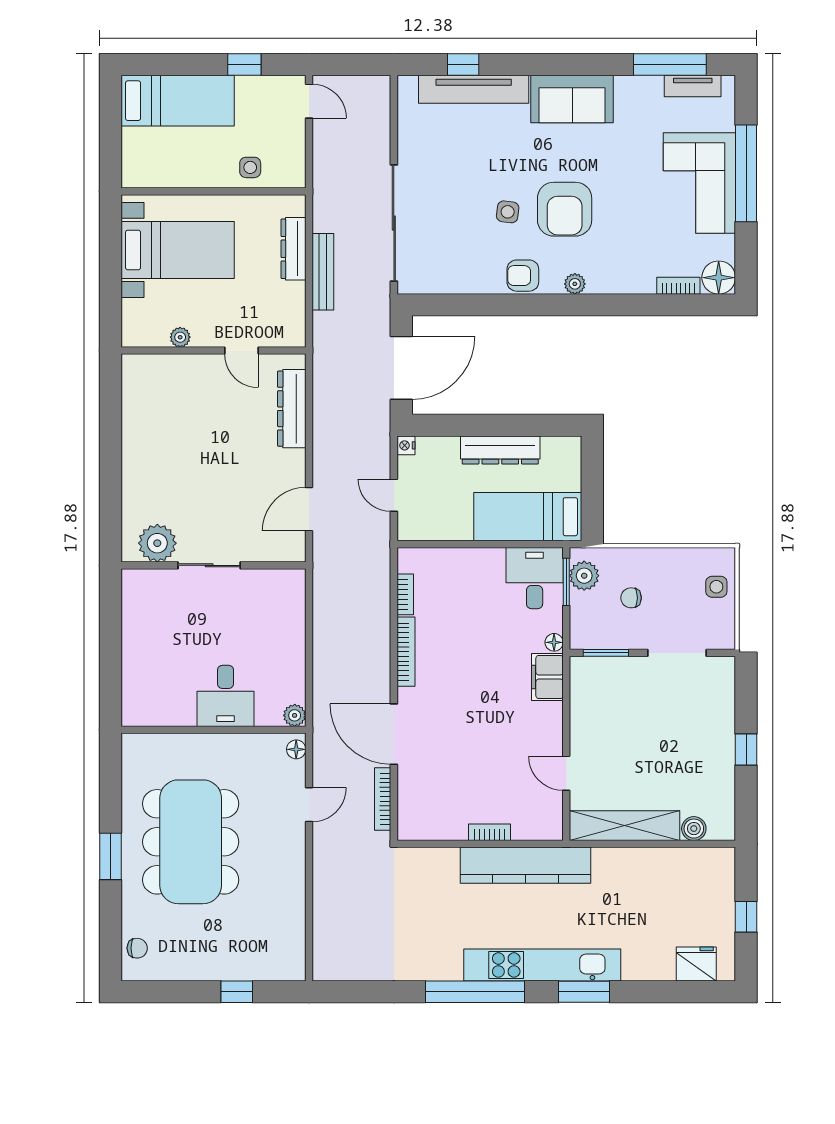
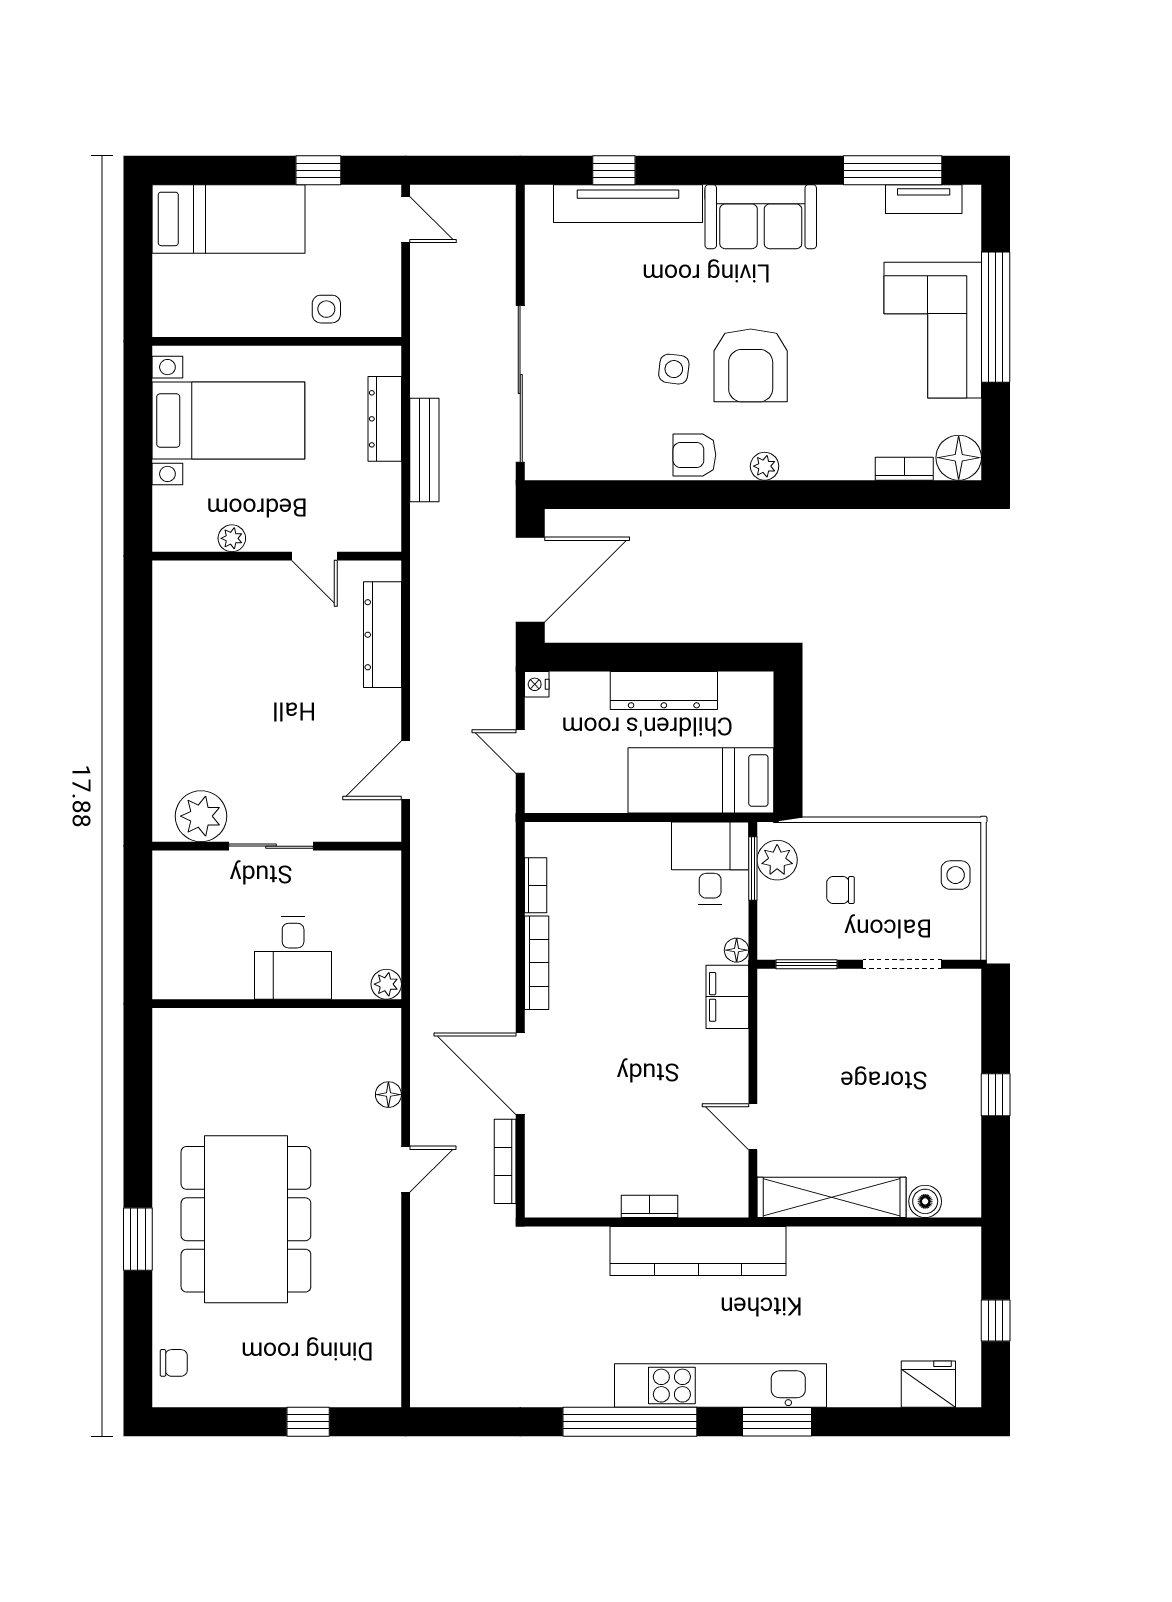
desk: (226, 696) -> (293, 958), moved
plant: (295, 715) -> (386, 984), moved
wall: (213, 730) -> (277, 1004), moved

